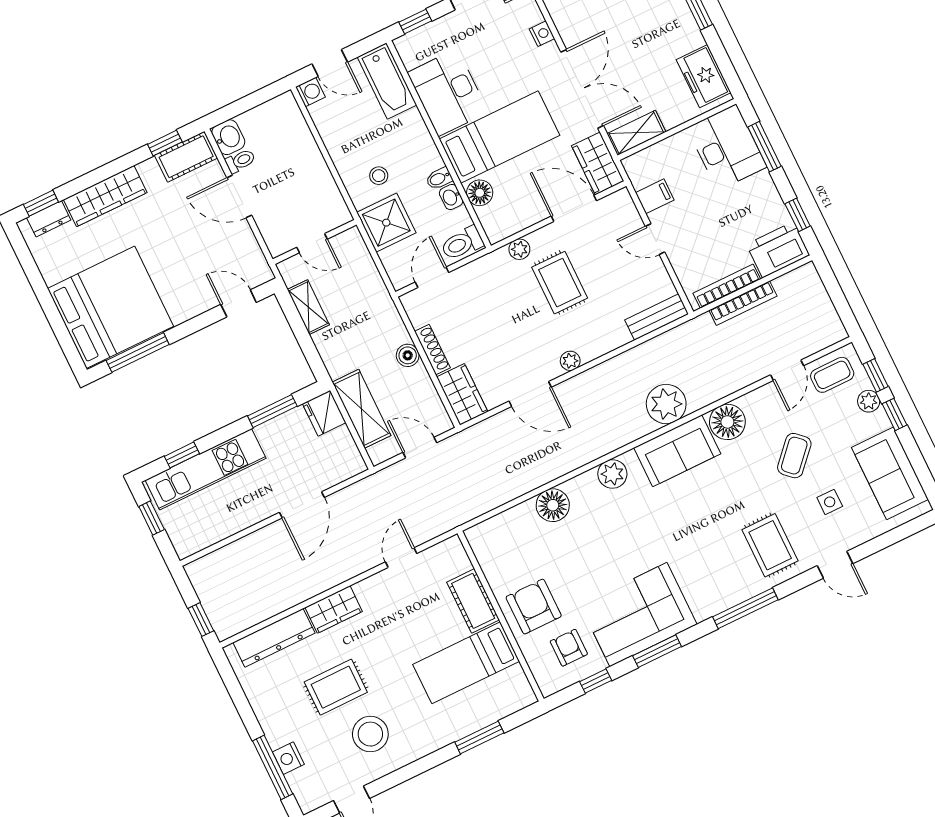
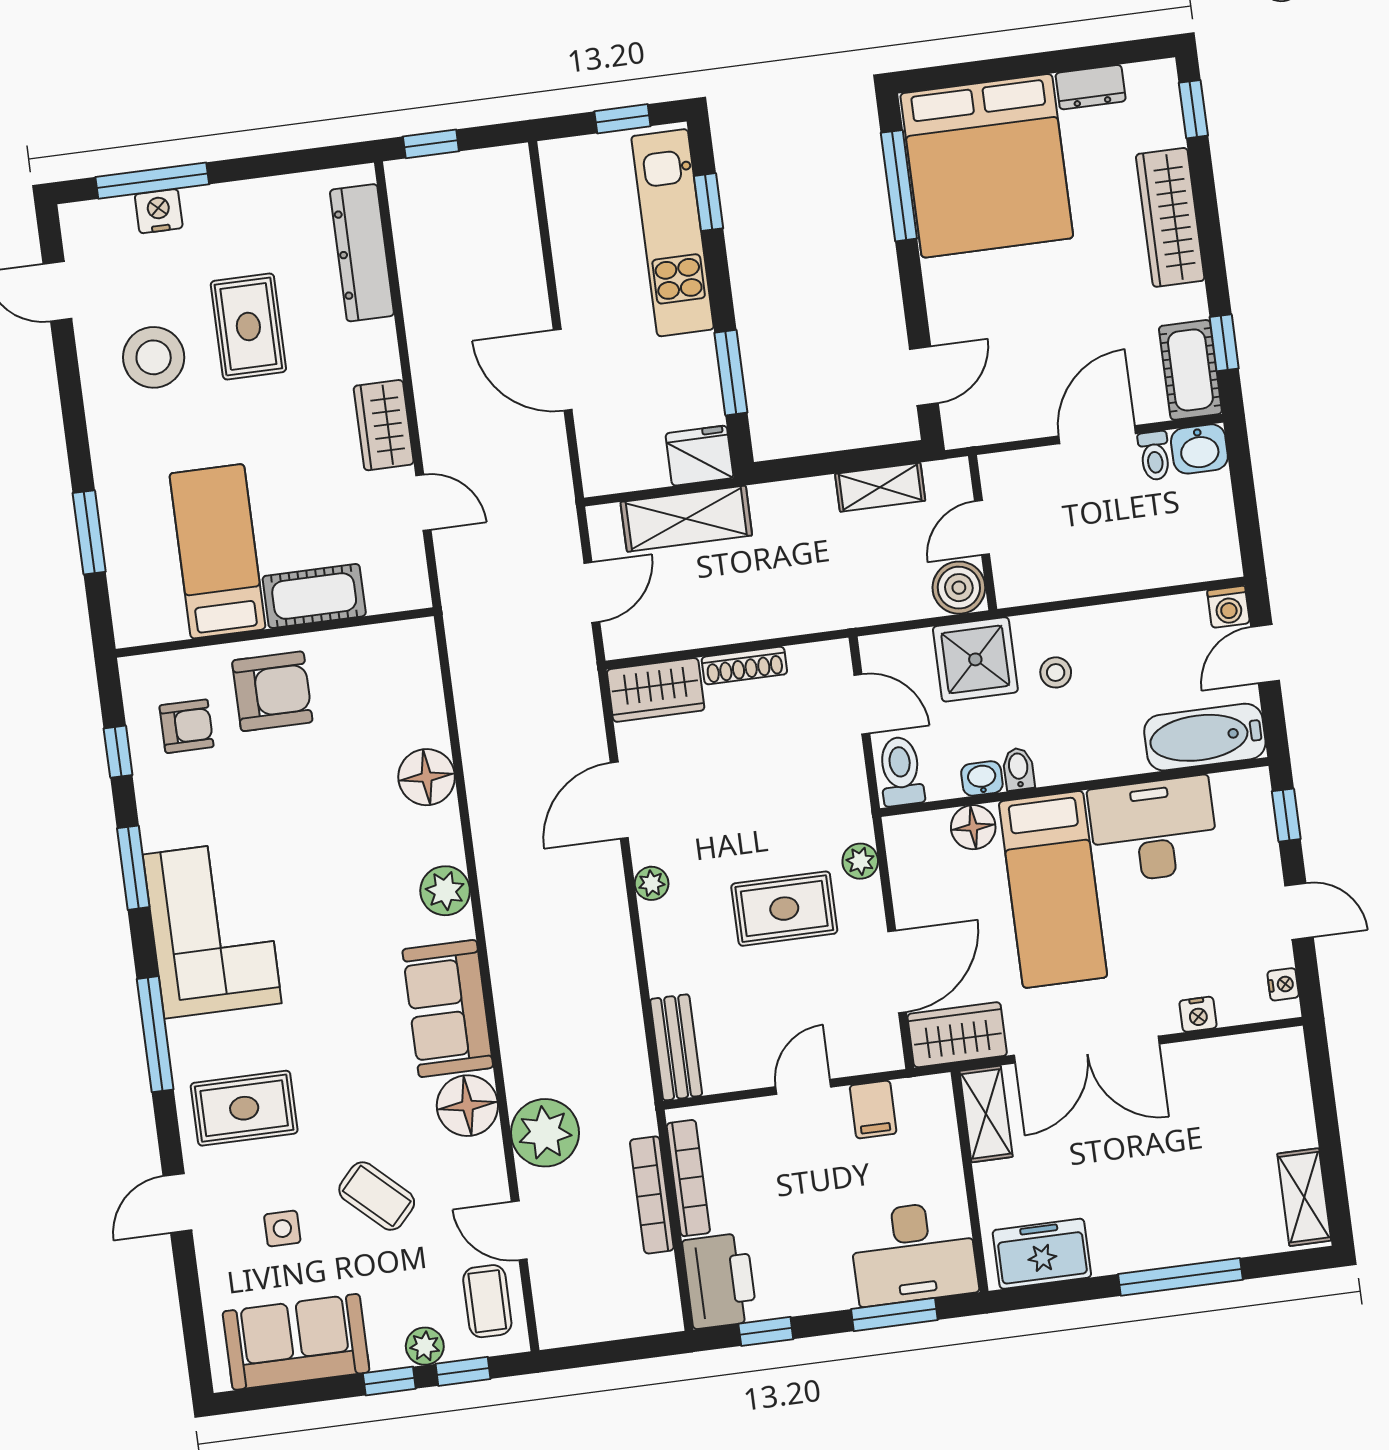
dresser: (49, 219) -> (1091, 87), moved, turned -90
boiler: (408, 355) -> (959, 588), moved, width x1.36, depth x1.36
plant: (666, 404) -> (545, 1133), moved
wardrobe: (334, 609) -> (384, 425), moved
corner sofa: (638, 615) -> (212, 929), moved

